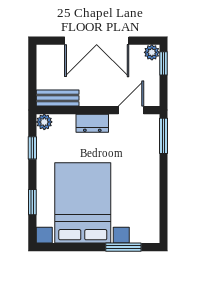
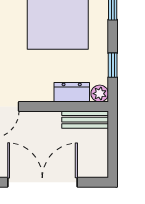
dresser: (92, 123) -> (72, 92), moved

